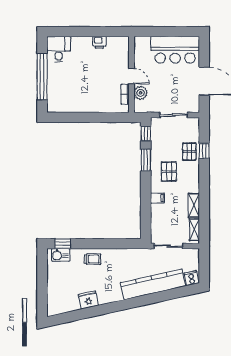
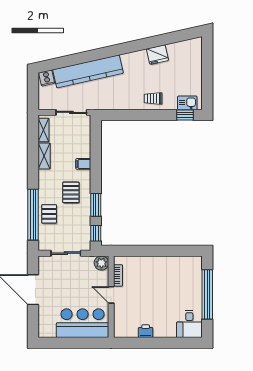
bar counter: (175, 50) -> (83, 323), moved
plant: (141, 93) -> (101, 263), moved
window: (204, 151) -> (33, 215), width x3.17

